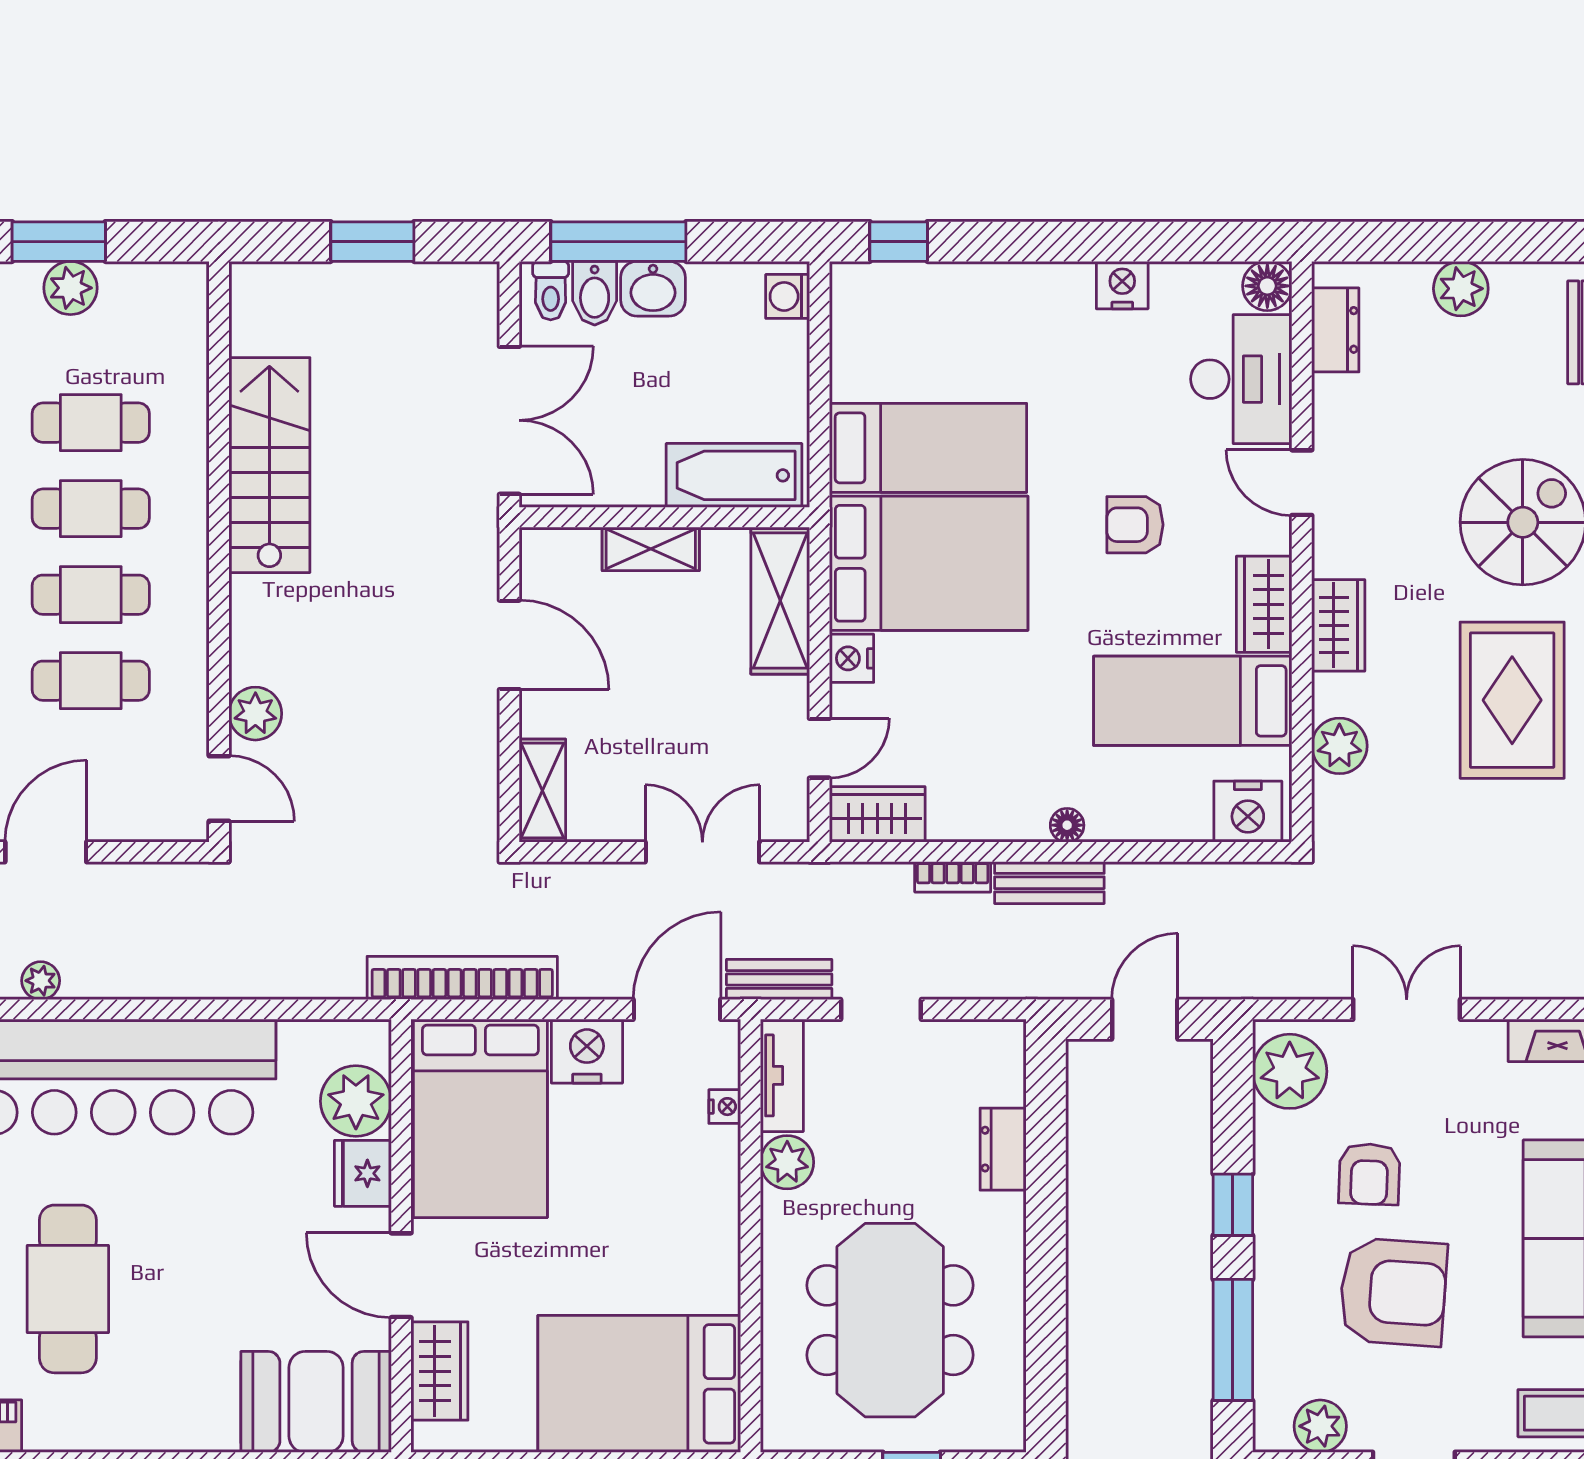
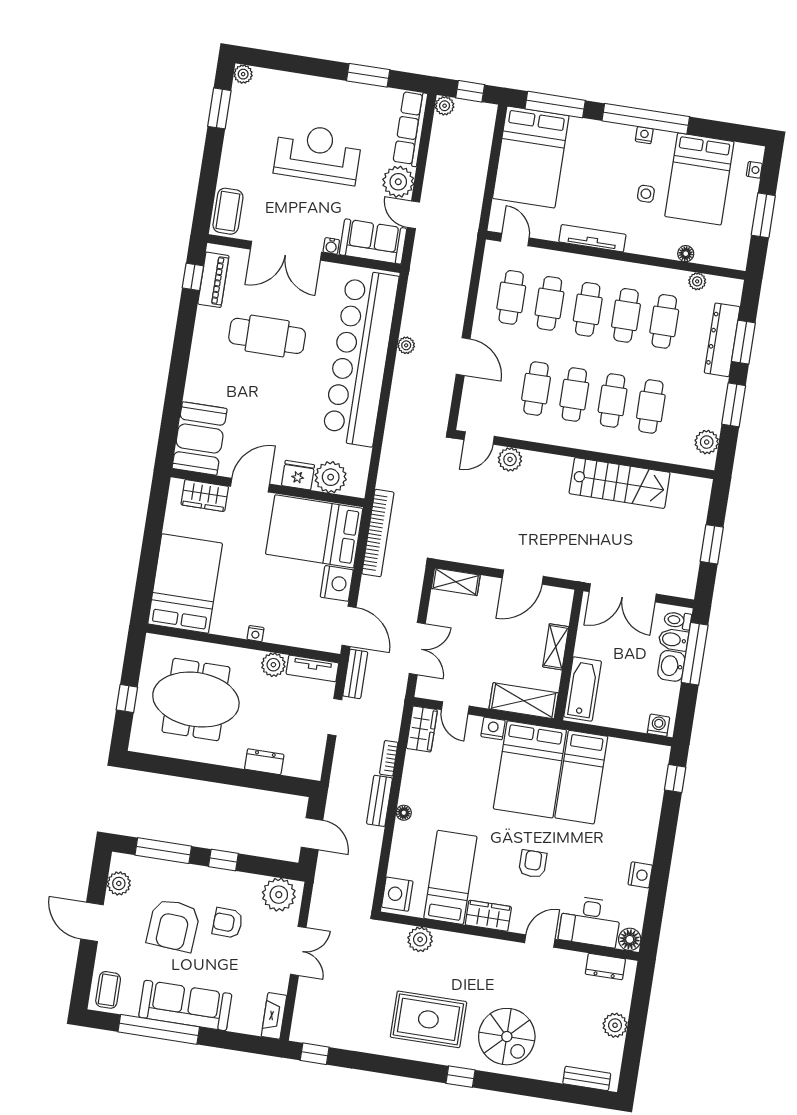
plant: (70, 288) -> (707, 442), moved
wardrobe: (1338, 625) -> (474, 947), removed
nightstand: (725, 1107) -> (256, 634), moved

